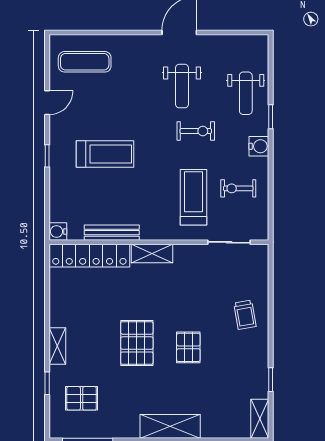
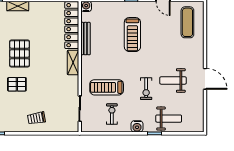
weight bench: (246, 93) -> (169, 119), turned 180
treadmill: (193, 197) -> (107, 87), turned 180
pallet: (137, 343) -> (20, 53), turned 90

